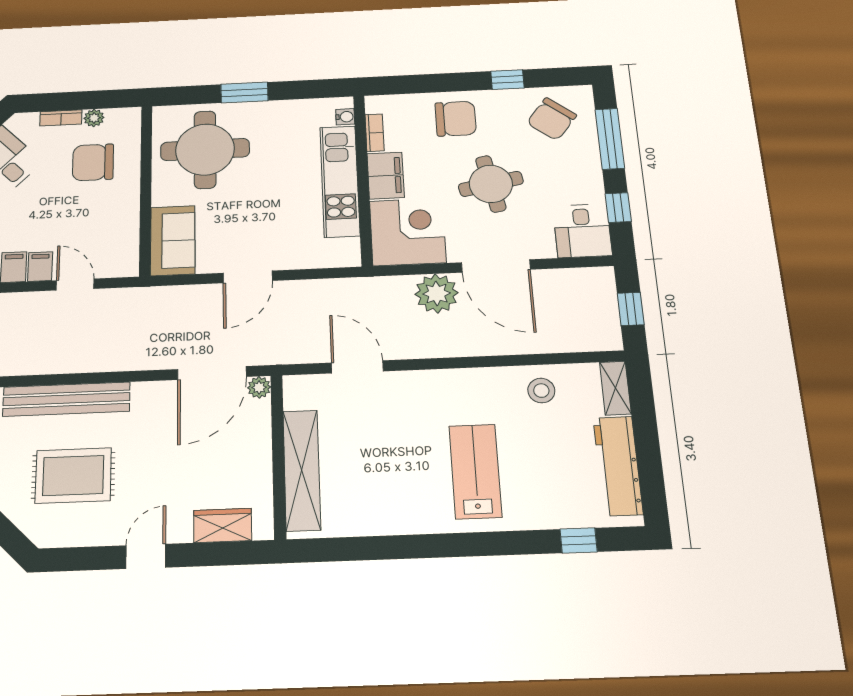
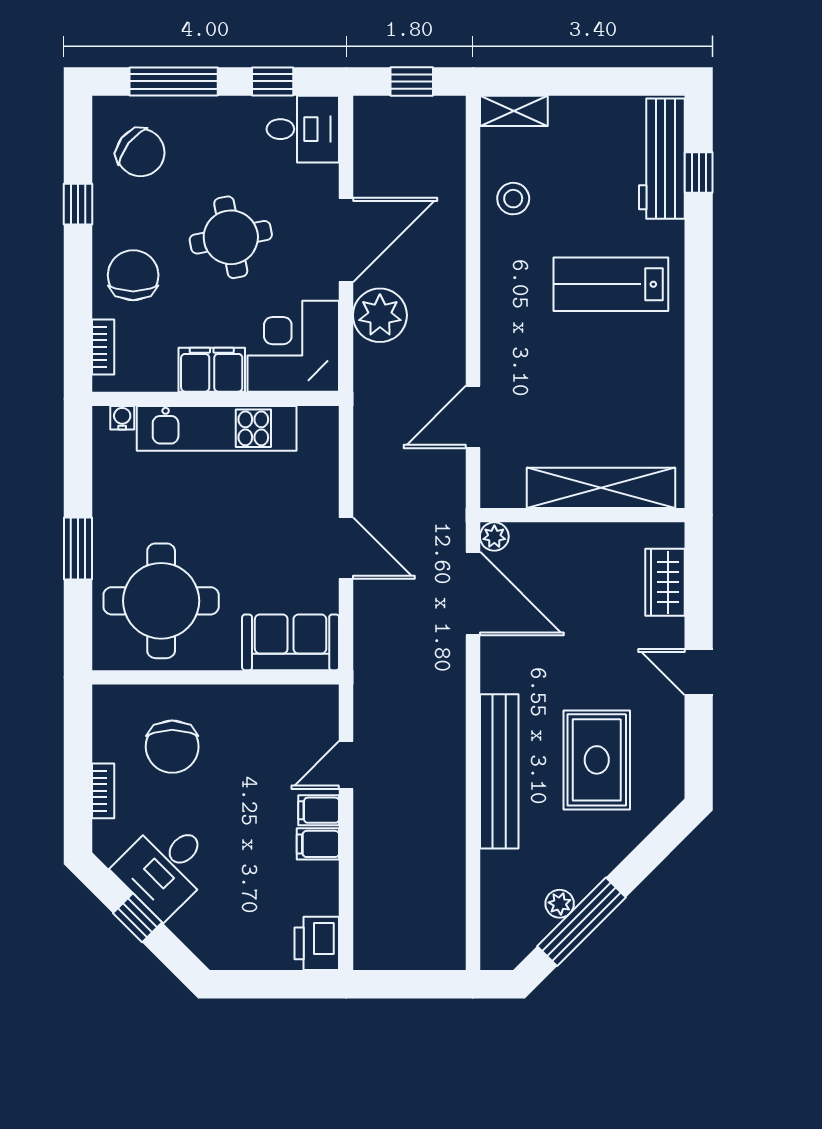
plant: (94, 118) -> (106, 747), removed
bookcase: (375, 133) -> (103, 347), moved, turned 90
workbench: (618, 466) -> (662, 159), moved, turned 90

